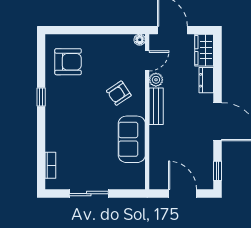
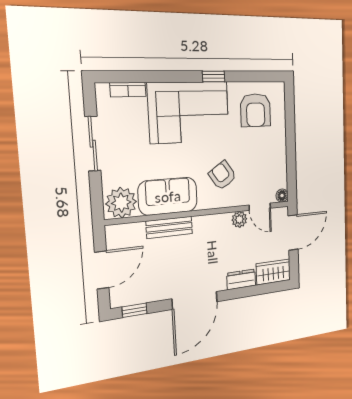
bench: (156, 106) -> (169, 227), moved
corner sofa: (68, 119) -> (189, 112), added
plant: (133, 176) -> (121, 203), added

